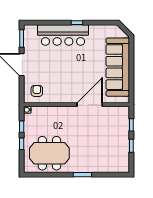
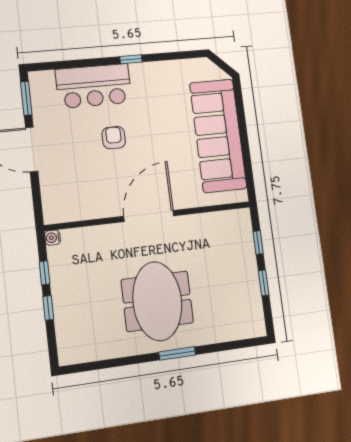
bar counter: (63, 35) -> (94, 86), width x0.73
armchair: (37, 91) -> (114, 138), moved
door: (90, 105) -> (149, 216), moved
meeting table: (49, 153) -> (157, 301), moved, turned 90

